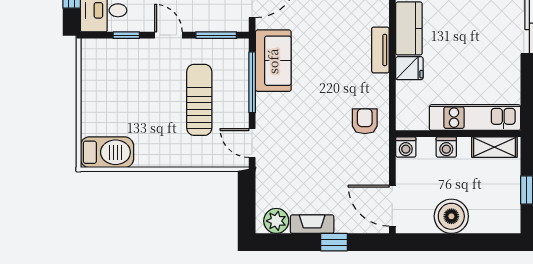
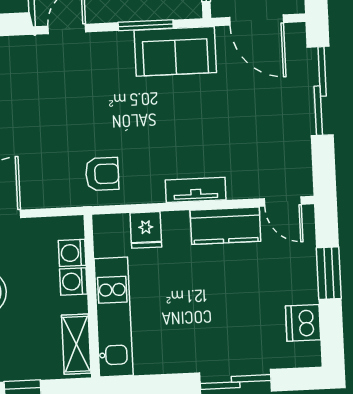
fridge: (409, 68) -> (146, 230), moved
window: (252, 82) -> (146, 25), width x0.69
washing machine: (406, 147) -> (72, 253), moved

